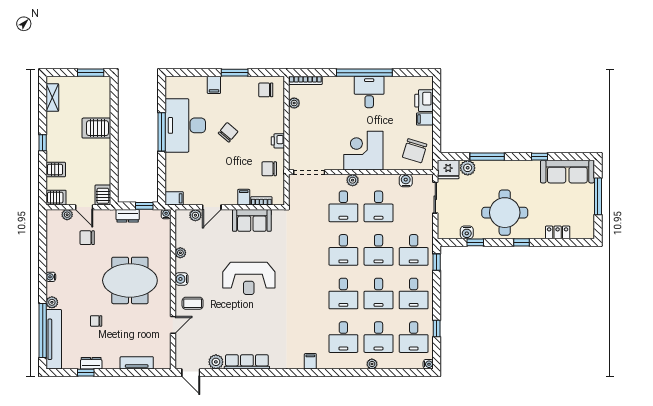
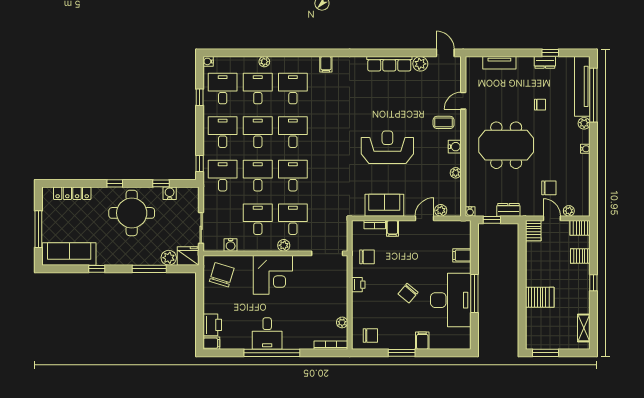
filing cabinet: (425, 119) -> (211, 343), moved
filing cabinet: (174, 198) -> (462, 255), moved
locker: (558, 232) -> (72, 193), width x1.53

